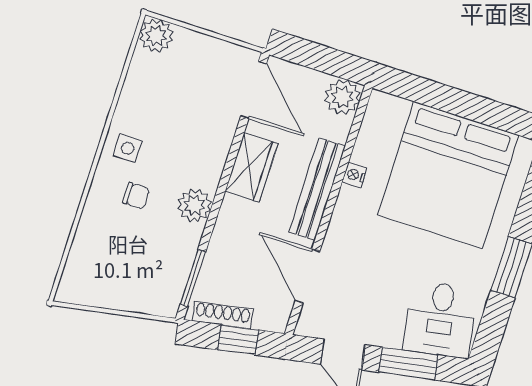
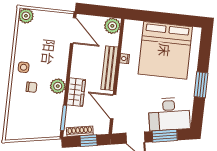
wardrobe: (251, 167) -> (76, 92), moved
desk: (440, 319) -> (169, 114), width x1.37

